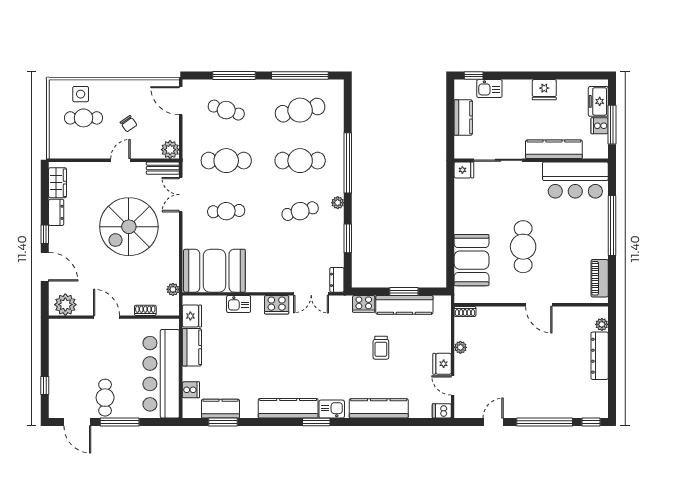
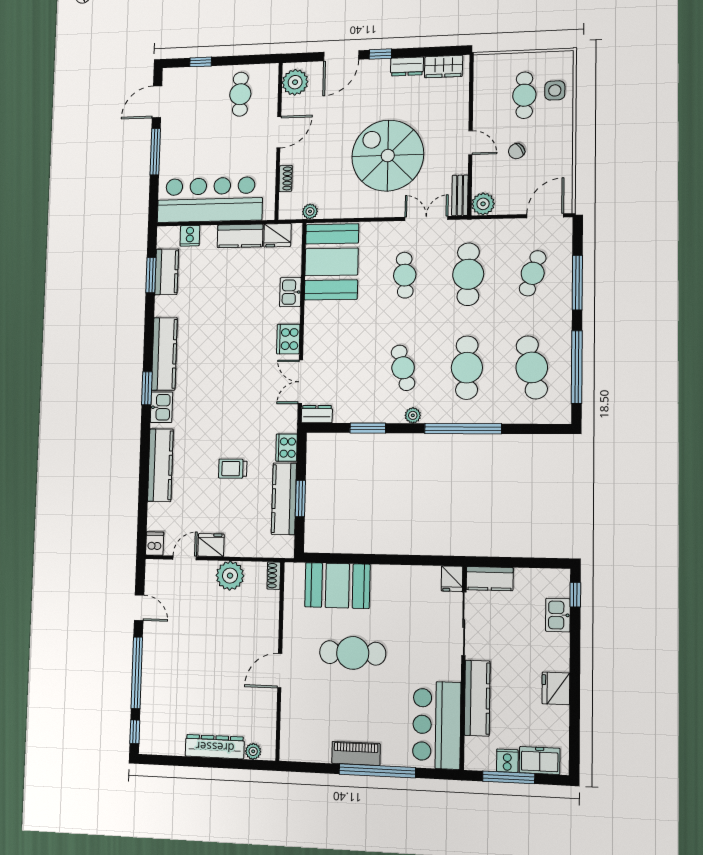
kitchen counter: (463, 118) -> (490, 579), moved
piano: (600, 278) -> (356, 753), moved
plant: (460, 347) -> (230, 576), width x1.88, depth x1.88
cafe table: (105, 398) -> (240, 94), moved, turned 90

